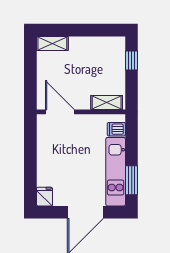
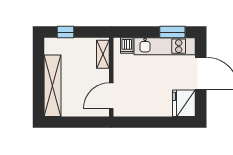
shelving: (52, 43) -> (52, 86), width x2.20, depth x1.33
fridge: (45, 197) -> (184, 103), width x1.88, depth x1.34

